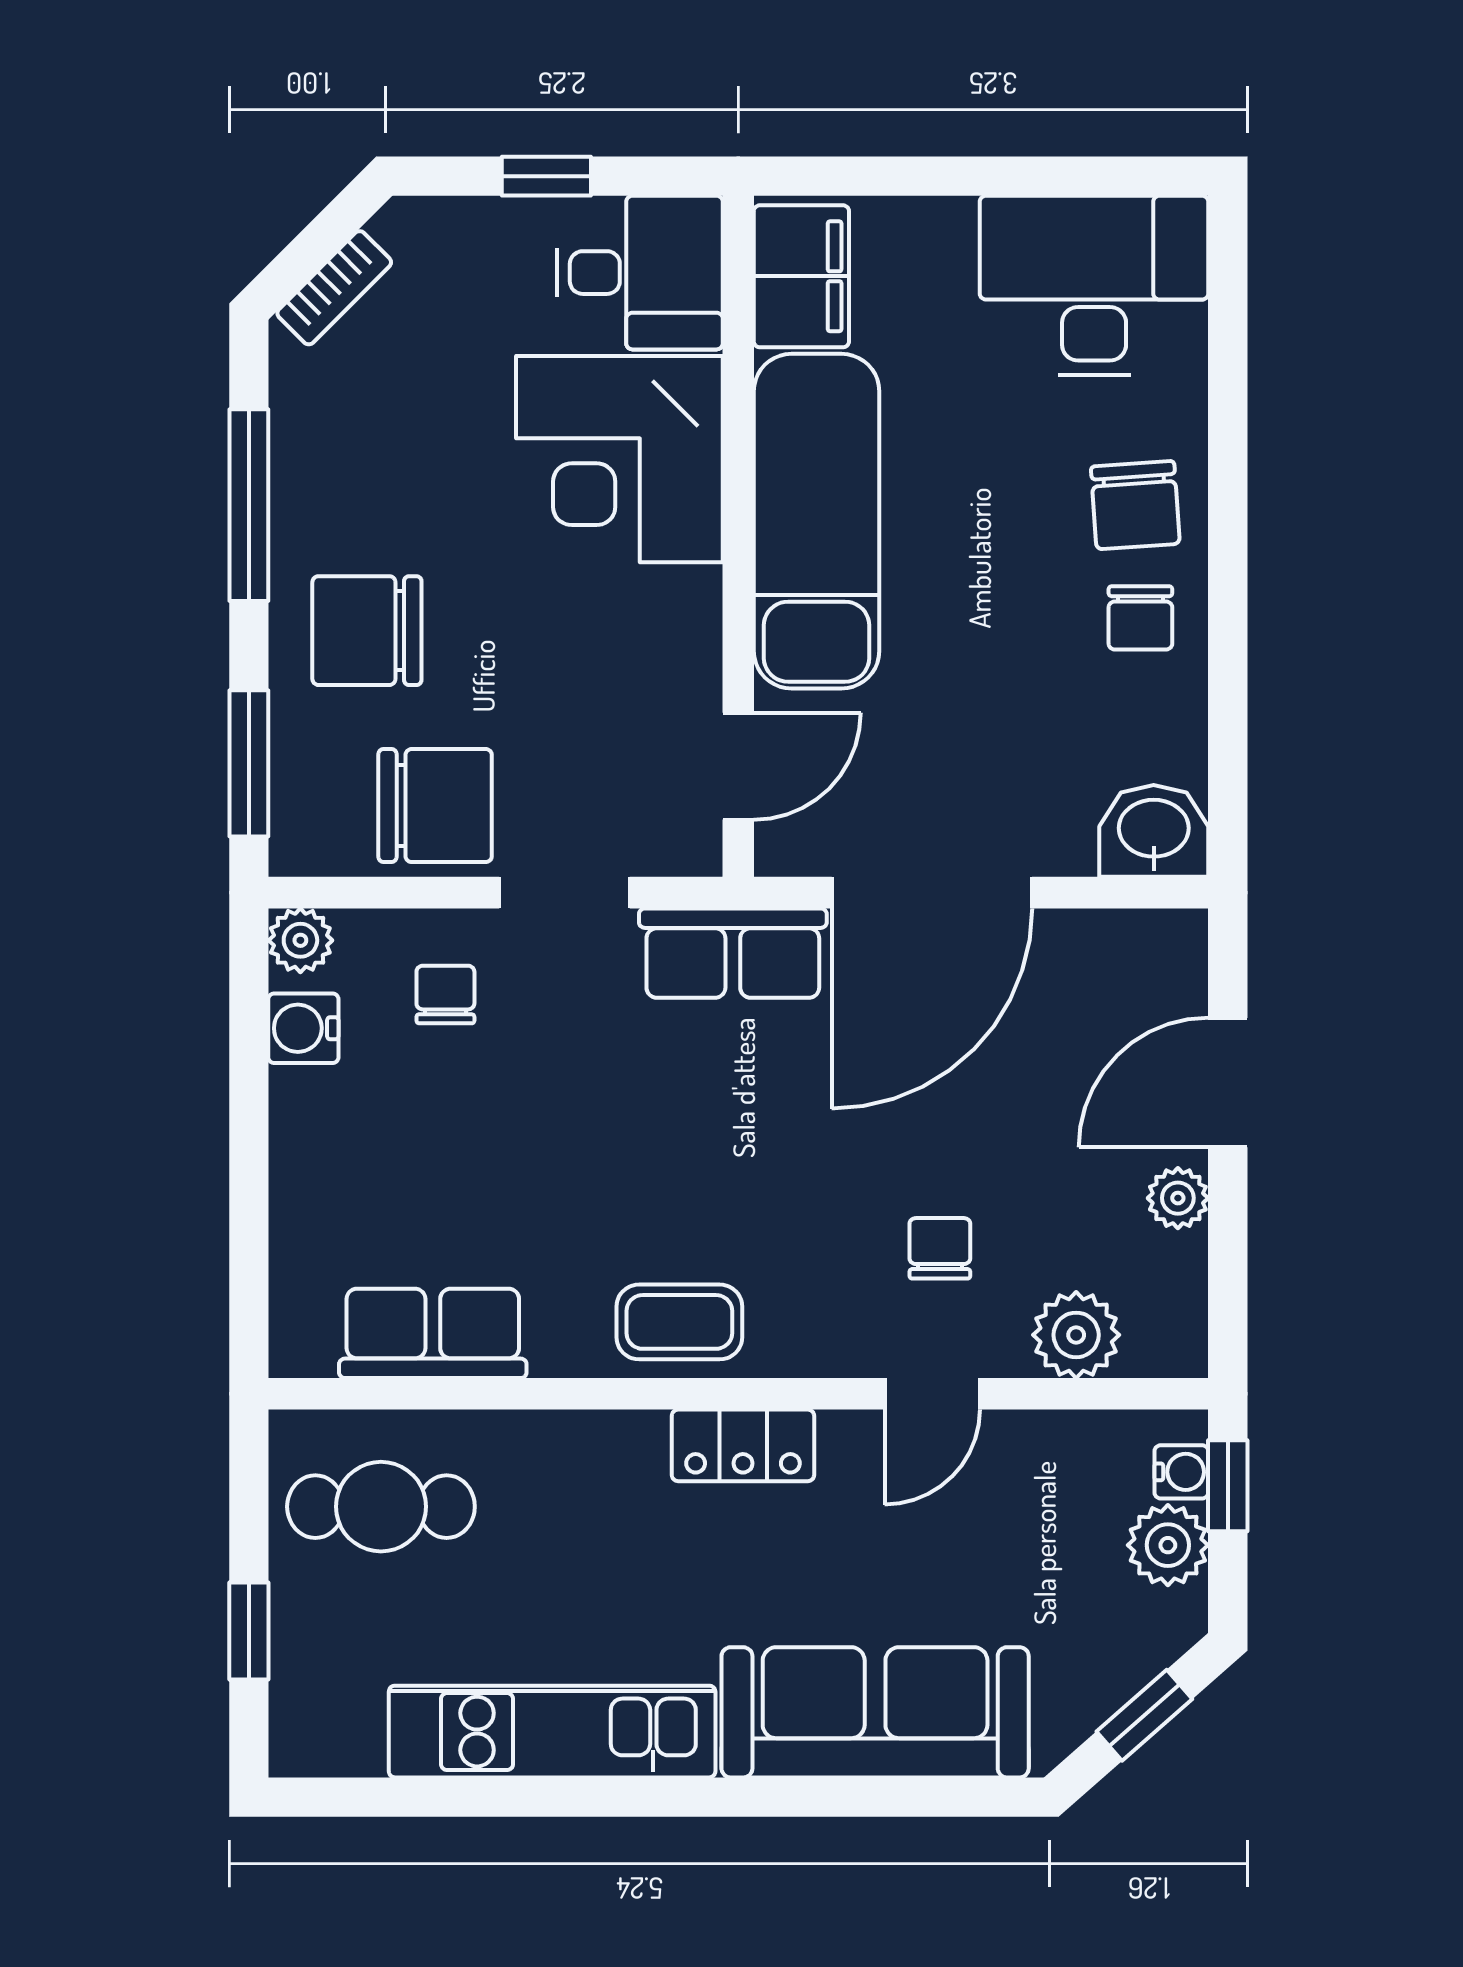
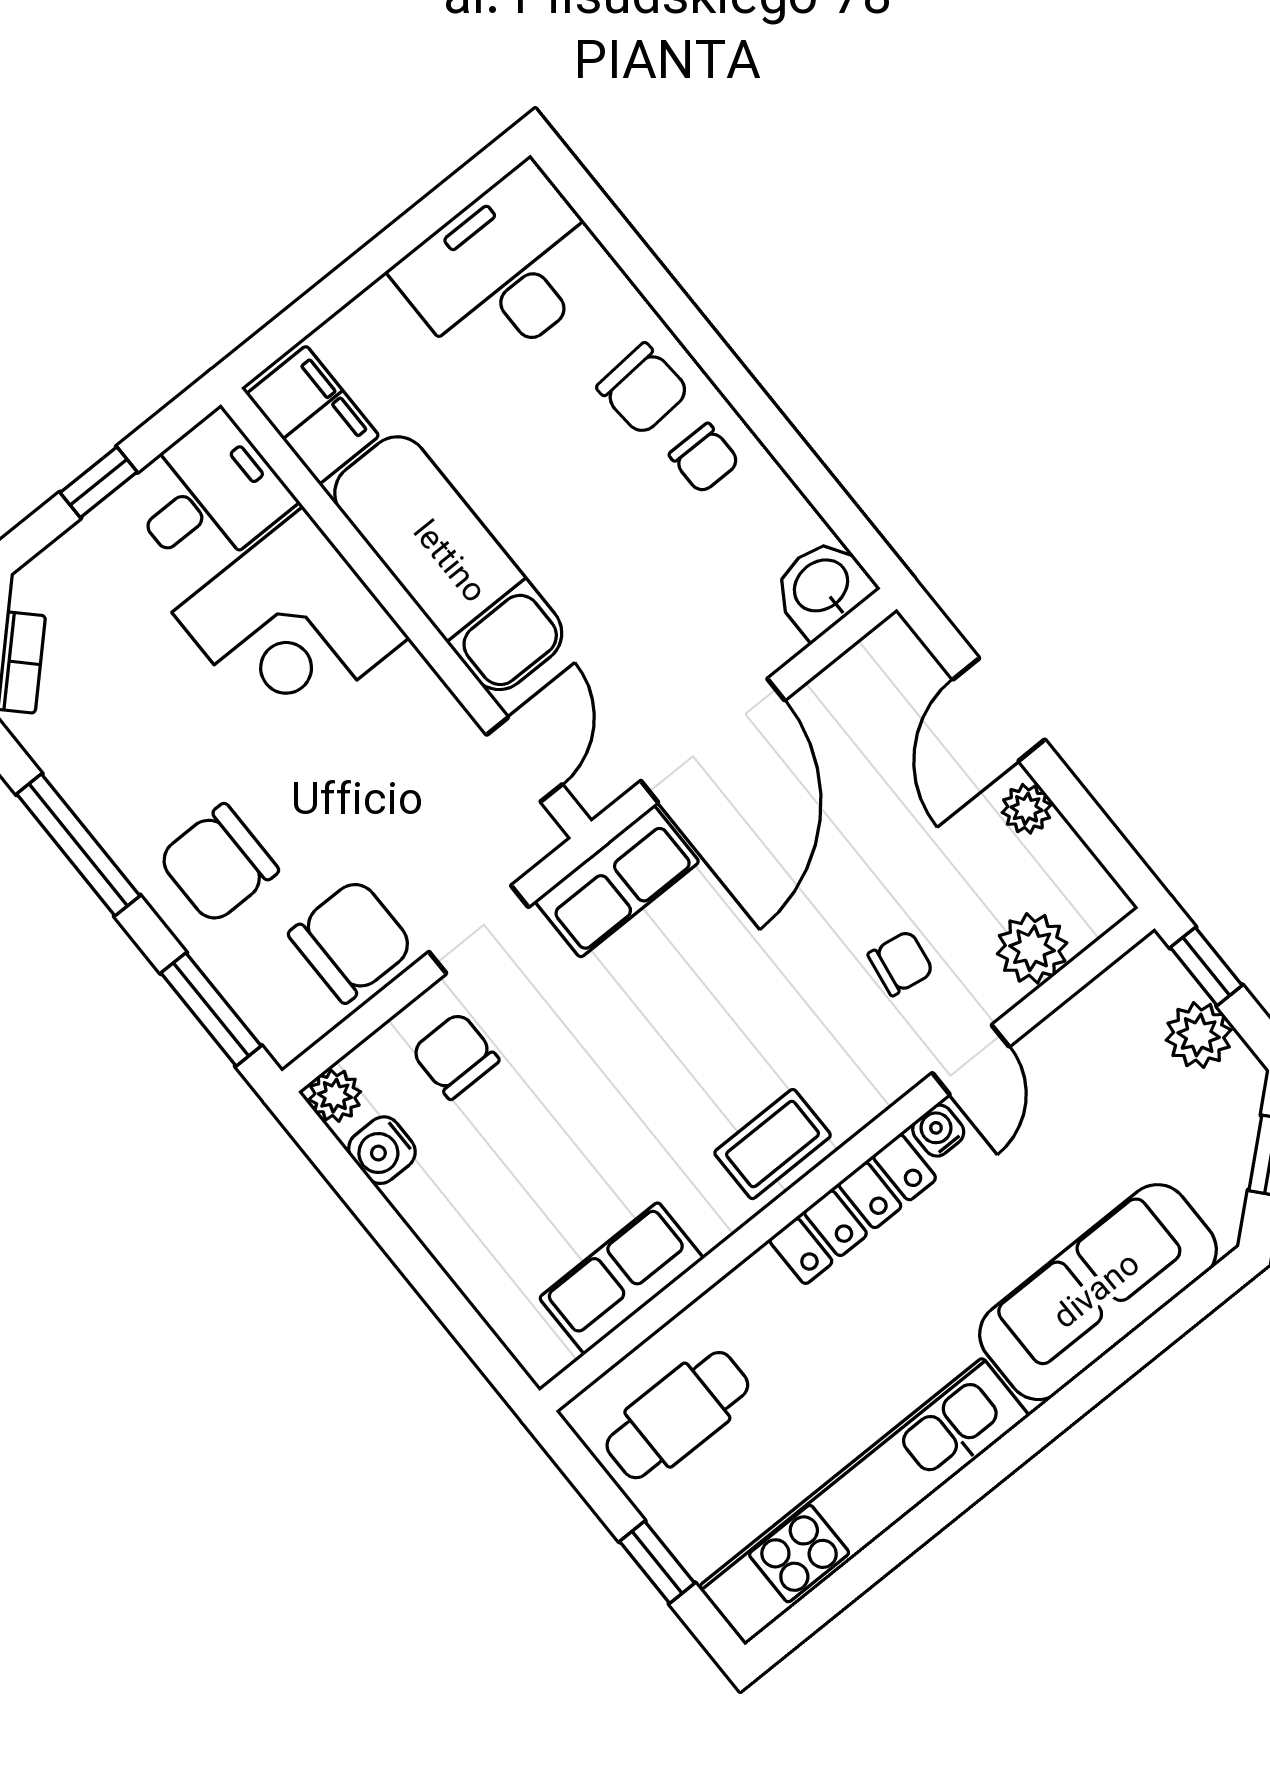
chair: (445, 995) -> (455, 1056), width x1.37, depth x1.37
chair: (940, 1248) -> (901, 963), turned 99
locker: (743, 1445) -> (853, 1209), width x1.53
water cooler: (1181, 1472) -> (938, 1131), moved, turned -90
kitchen unit: (552, 1732) -> (864, 1501), width x1.36

